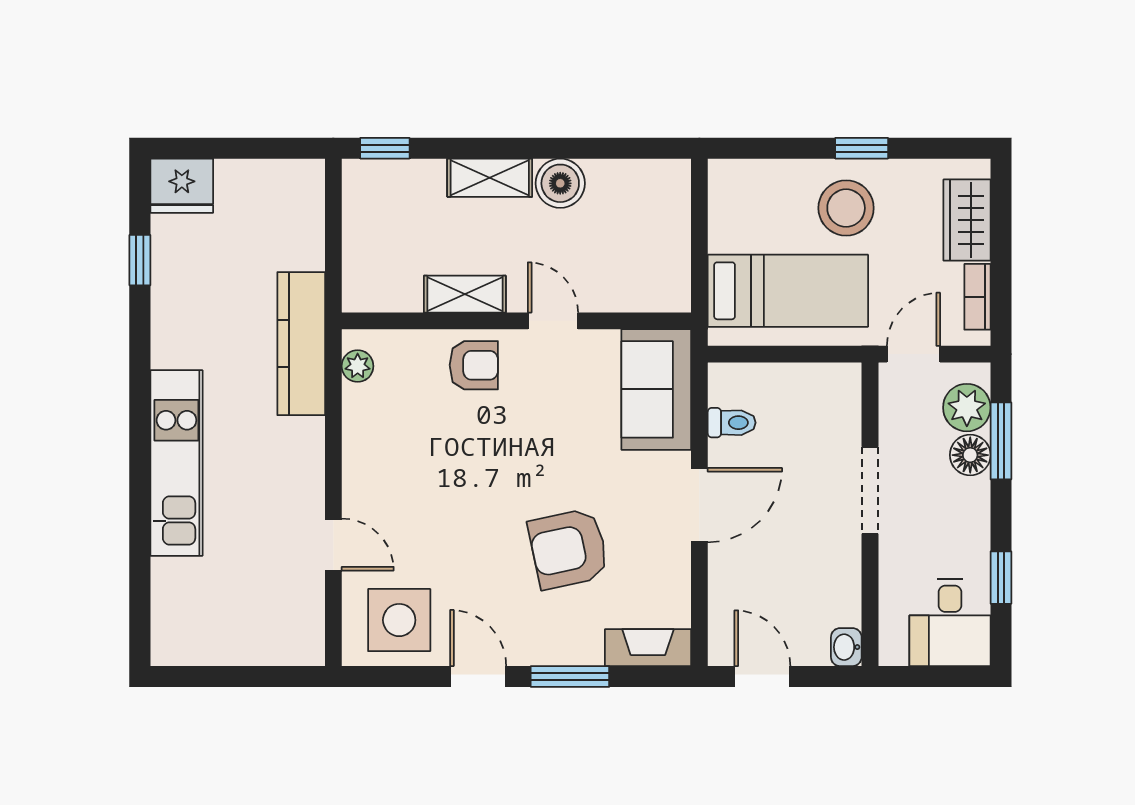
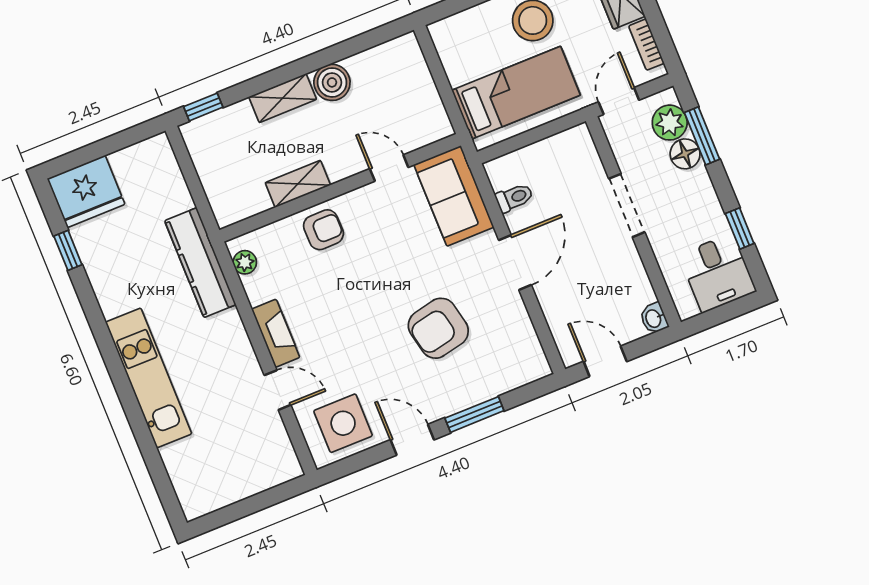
fridge: (182, 186) -> (86, 191), width x1.36, depth x1.34
door: (553, 321) -> (389, 168), moved
fireplace: (648, 648) -> (276, 333), moved, turned 90

